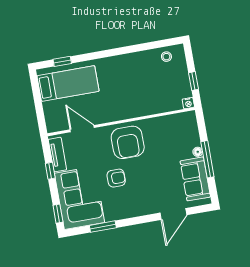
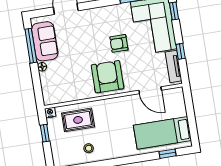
stool: (166, 57) -> (89, 148), moved
rug: (158, 96) -> (78, 120), added
window: (207, 159) -> (31, 46), moved

